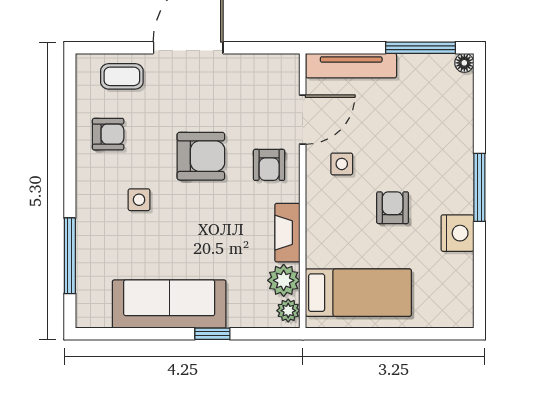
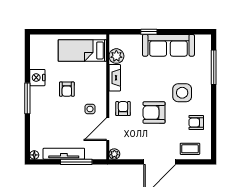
window: (421, 48) -> (76, 162), moved
tv unit: (351, 66) -> (64, 154), moved
side table: (139, 200) -> (182, 93), width x1.87, depth x1.87
plant: (288, 311) -> (114, 154), moved

